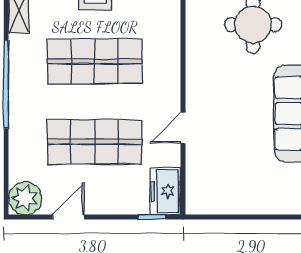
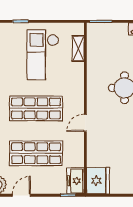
door: (183, 128) -> (85, 123), moved
fridge: (206, 191) -> (98, 181), added

